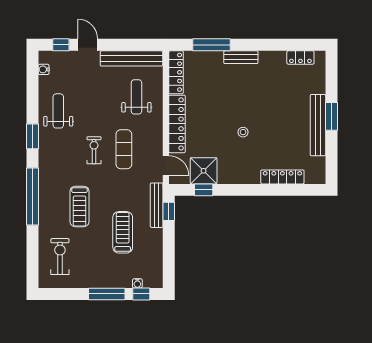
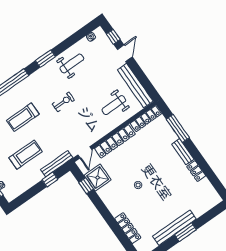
locker: (300, 58) -> (196, 171), moved
weight bench: (136, 97) -> (114, 105), turned 180
exercise mat: (124, 149) -> (77, 120), removed
window: (169, 211) -> (50, 179), moved

